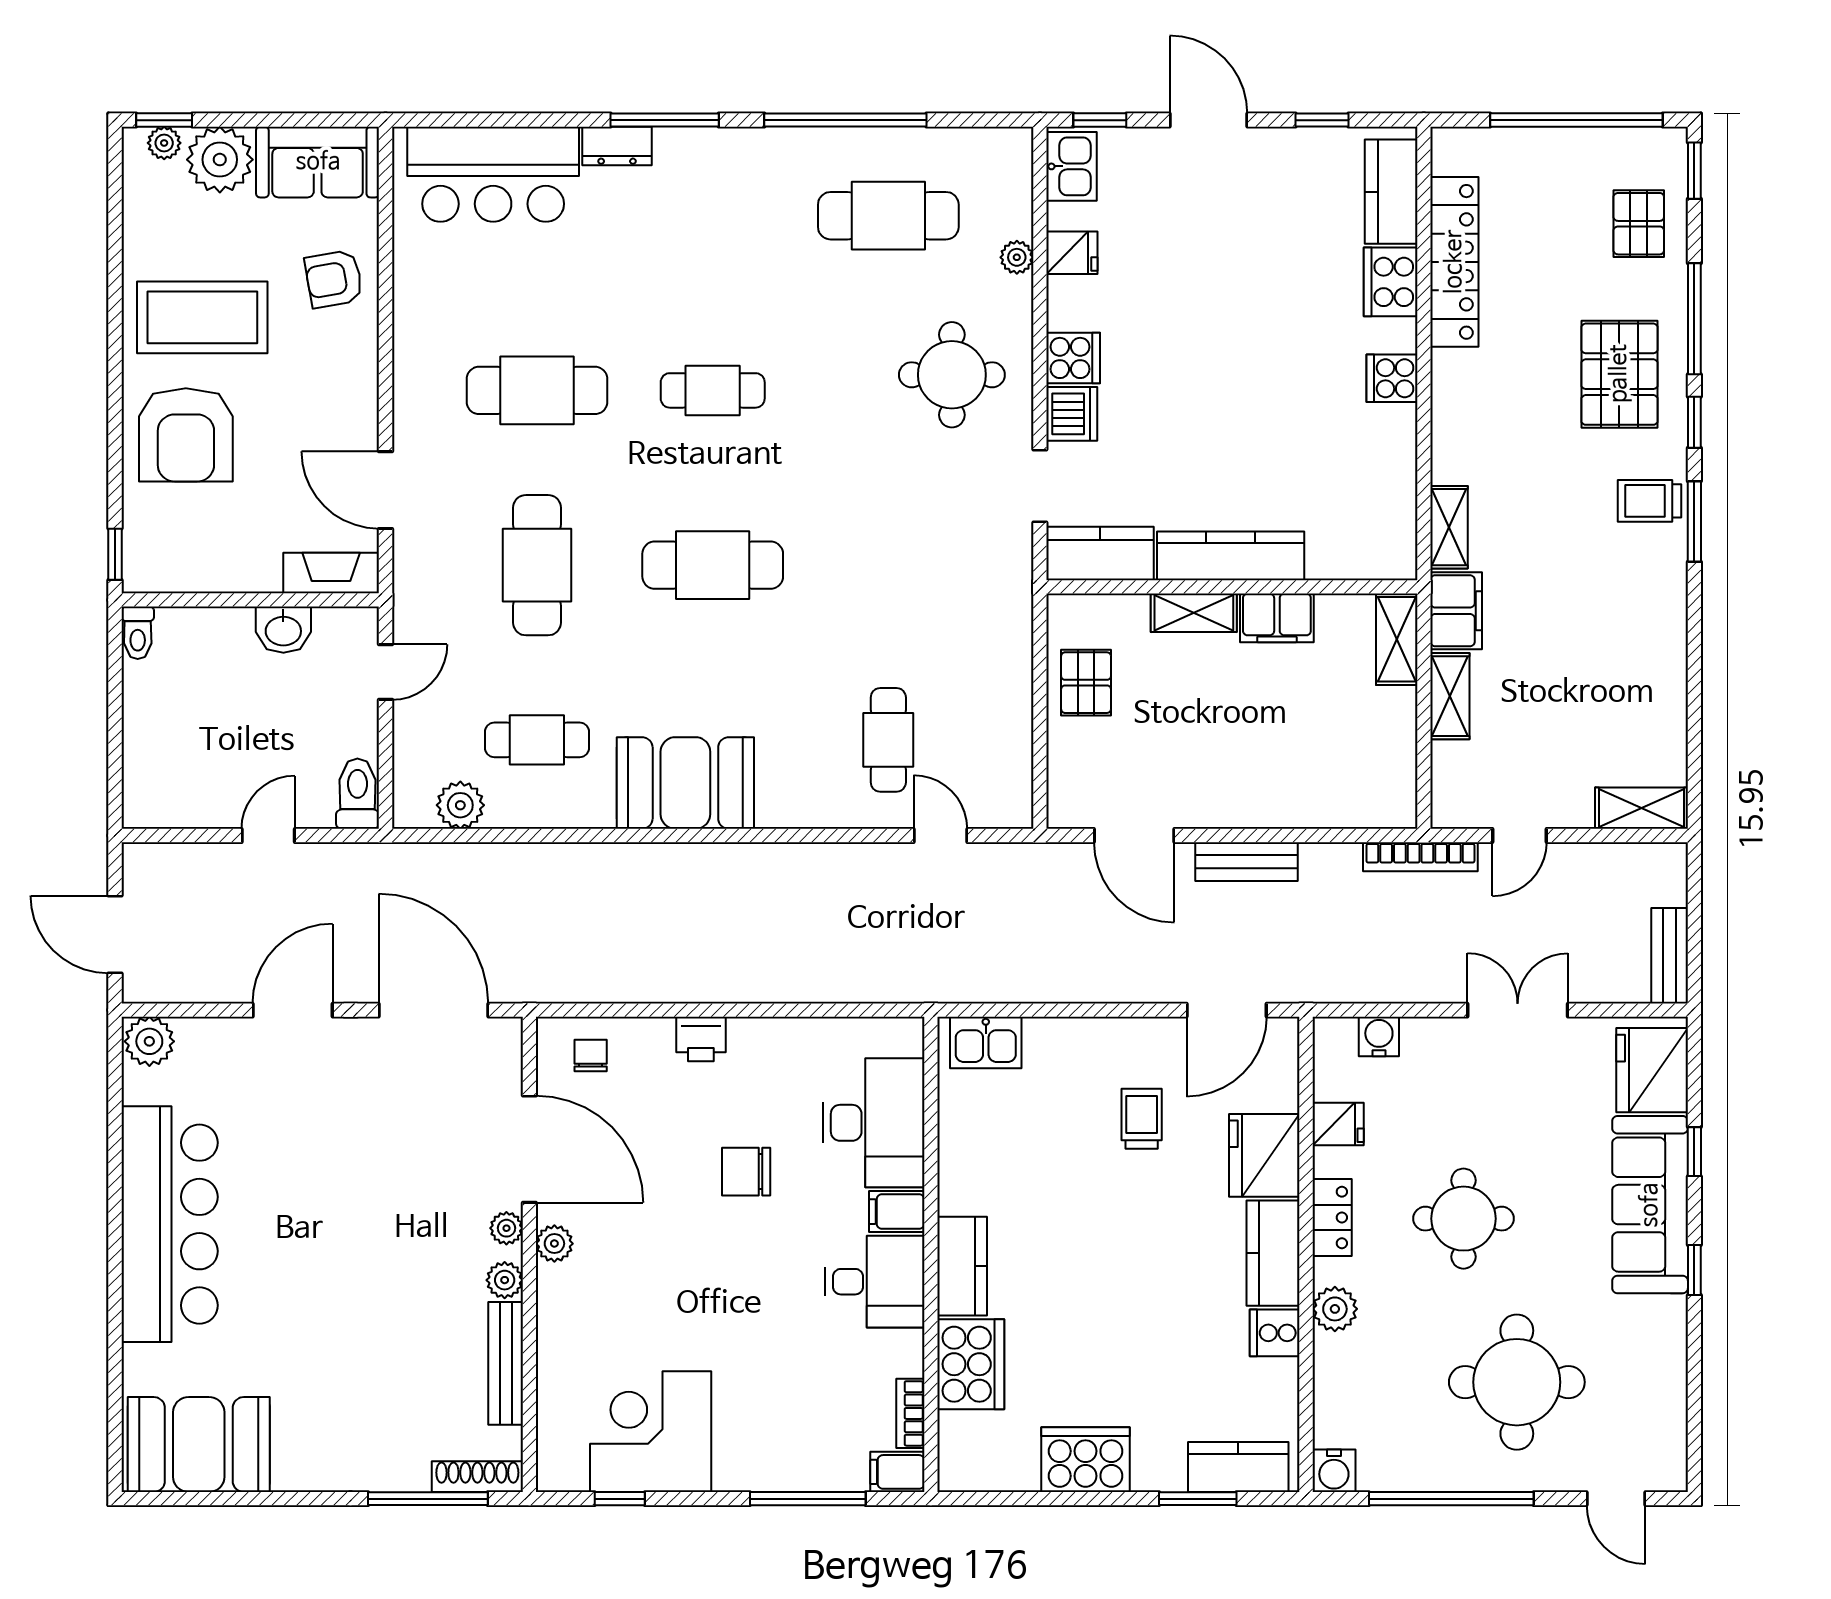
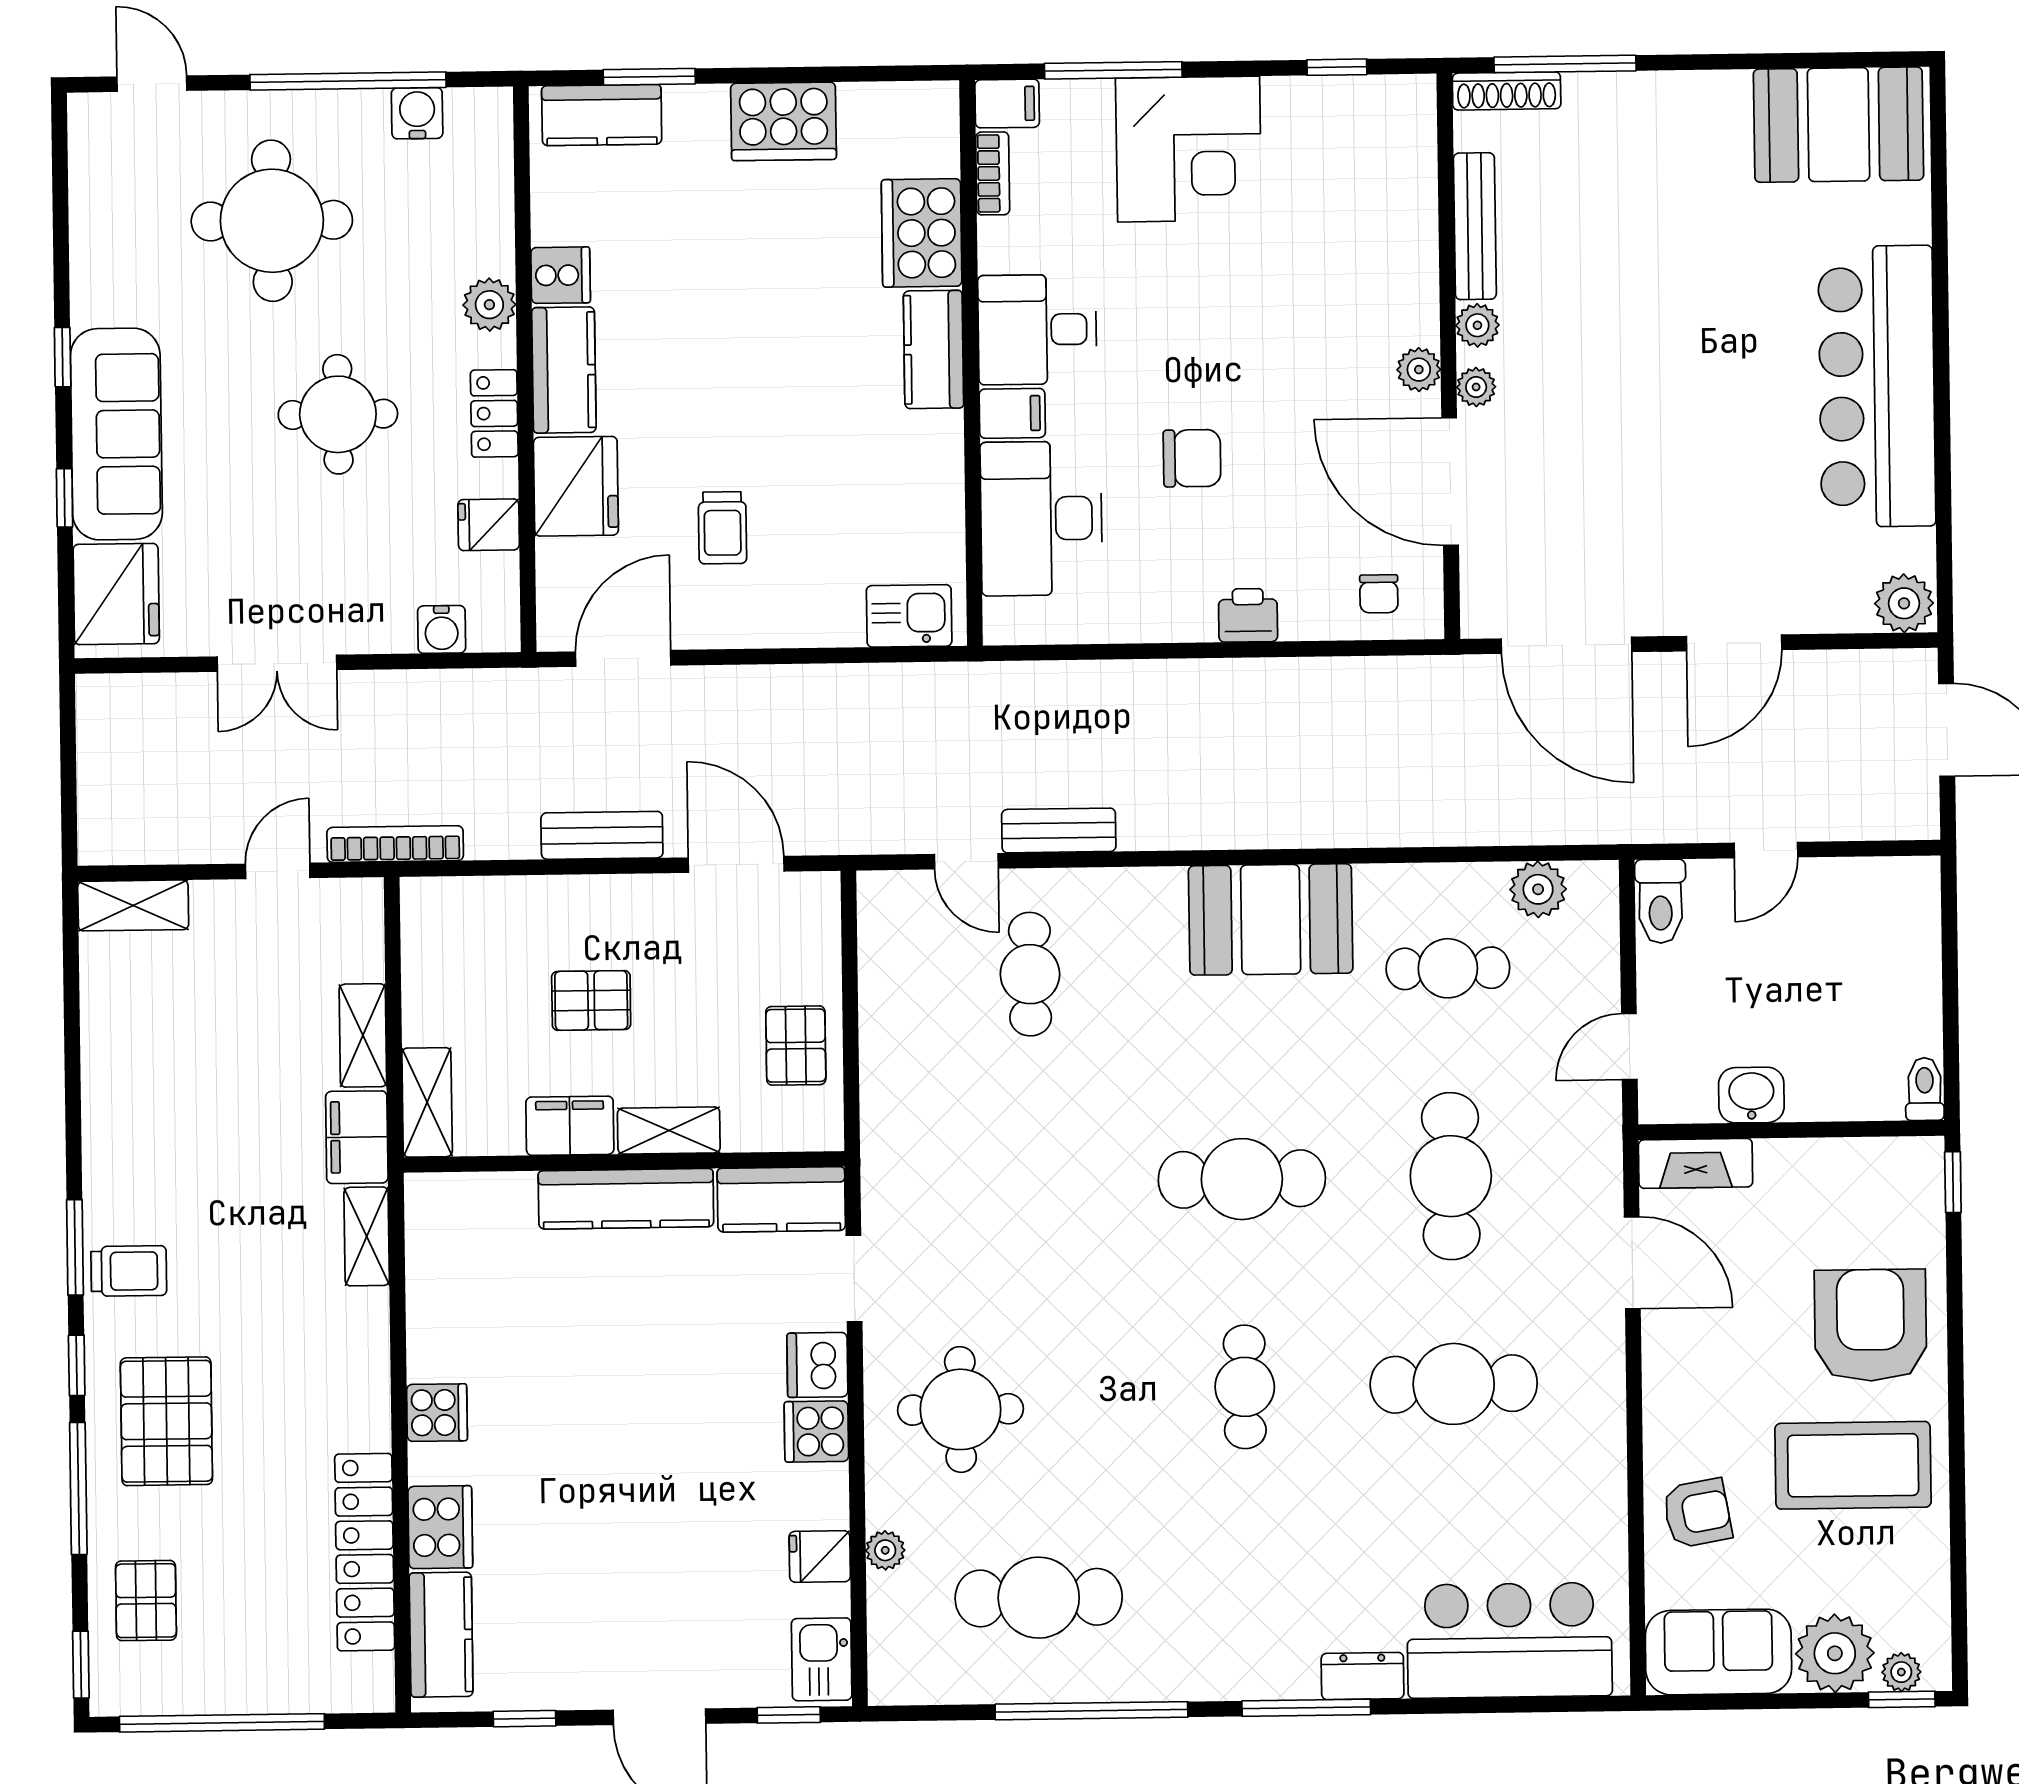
cafe table: (713, 390) -> (1245, 1387), turned 90
pallet: (1257, 723) -> (591, 1000), added
bench: (1670, 956) -> (1059, 830), moved, turned 90
corner desk: (651, 1432) -> (1189, 149), moved
water cooler: (1334, 1471) -> (417, 113), moved

